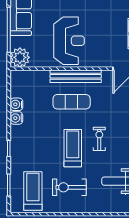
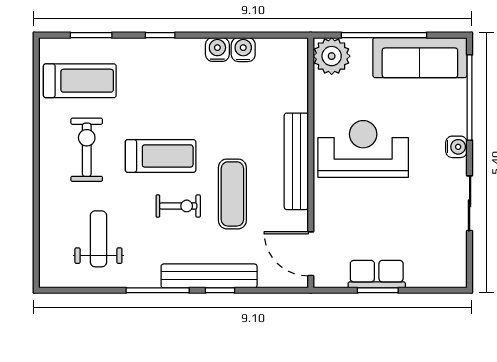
reception desk: (69, 41) -> (363, 149), turned 180
exercise mat: (72, 102) -> (232, 194), moved

